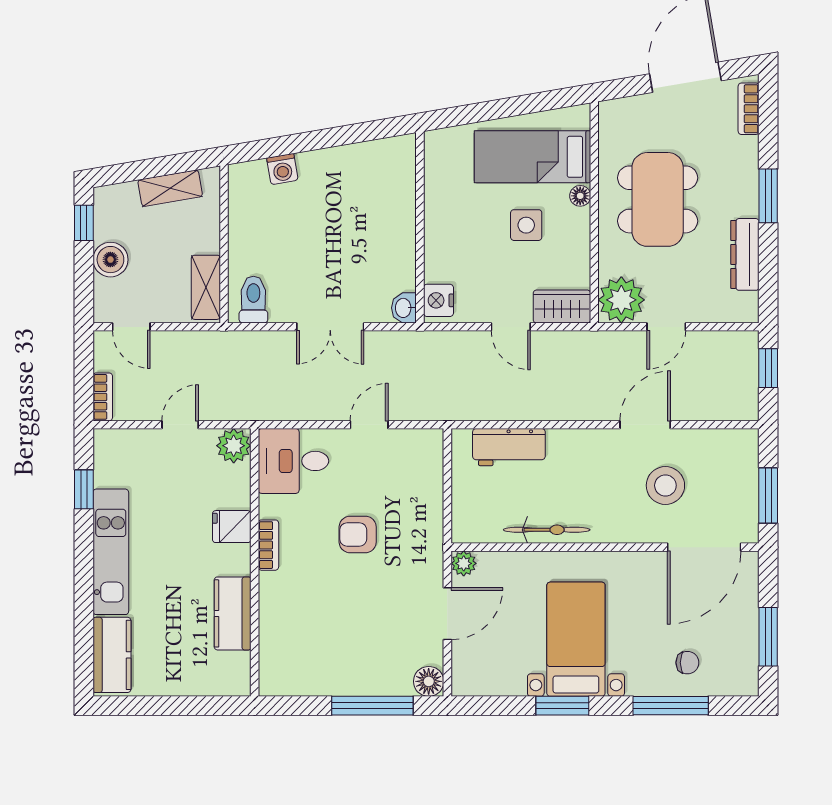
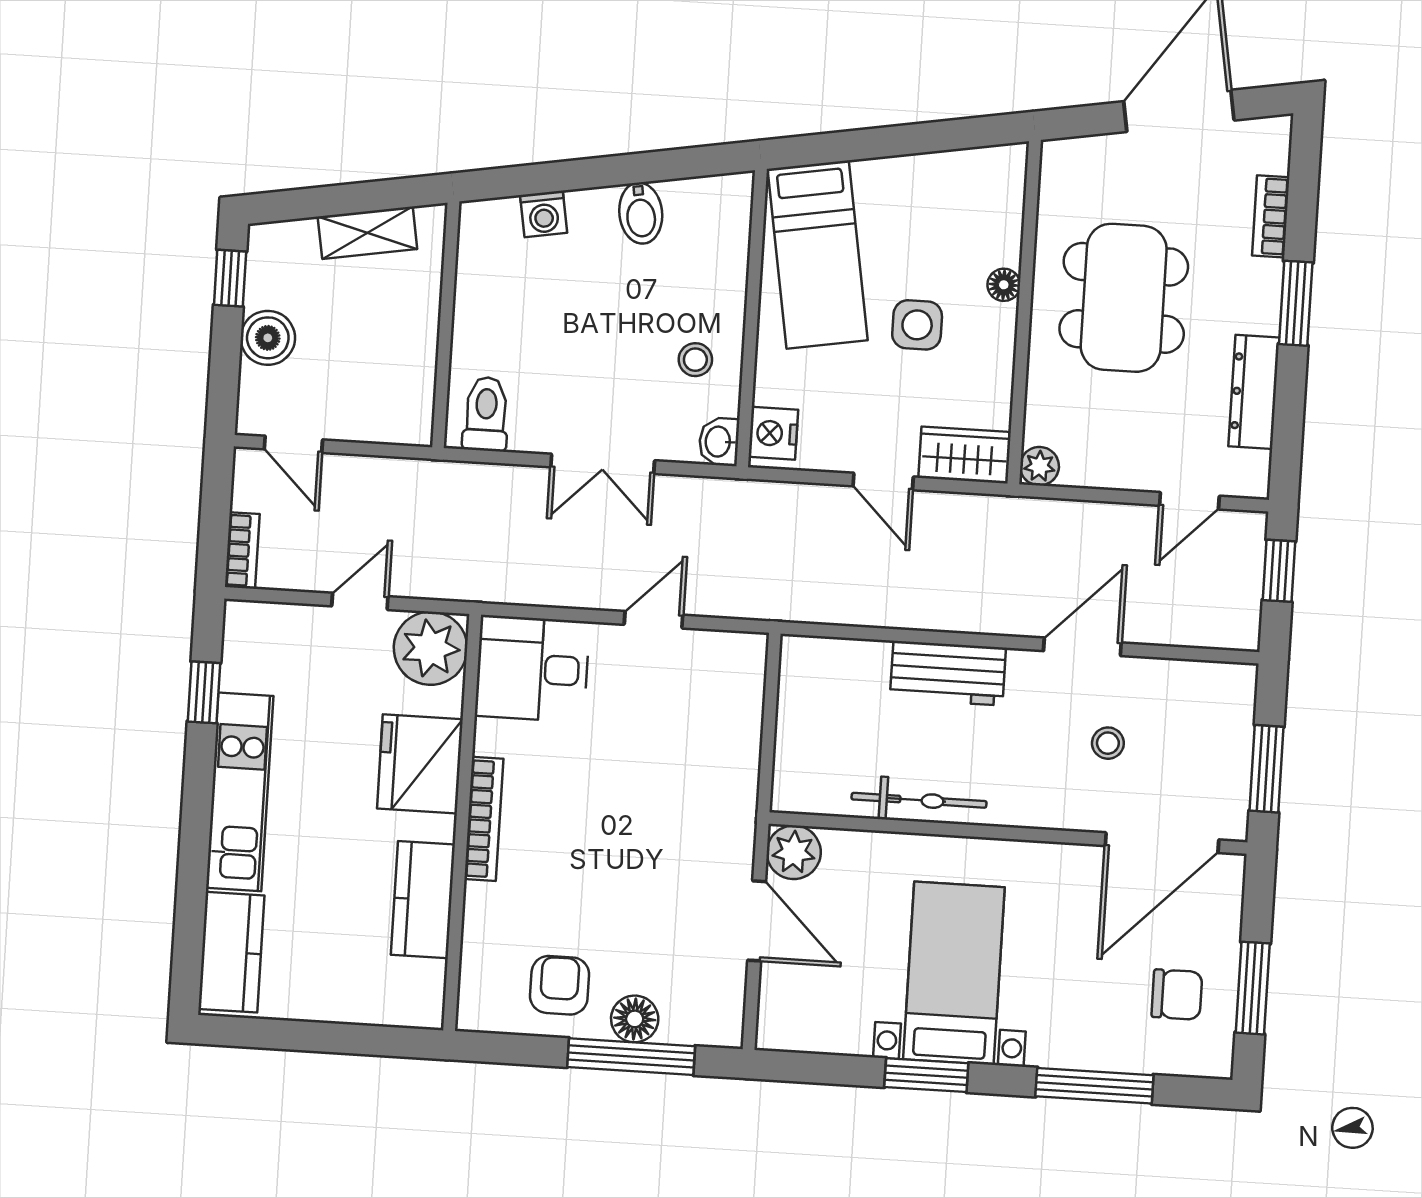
bookcase: (749, 109) -> (1271, 216), moved
bed: (532, 157) -> (818, 255), moved, turned -100
bidet: (345, 165) -> (641, 213), added
stool: (385, 256) -> (695, 360), added
shelving: (206, 287) -> (413, 390), removed
plant: (621, 300) -> (1039, 466), width x0.53, depth x0.53
door: (666, 327) -> (1189, 501), moved
plant: (234, 446) -> (431, 648), width x1.36, depth x1.36
workbench: (509, 447) -> (948, 673), moved
stool: (665, 485) -> (1108, 743), width x0.53, depth x0.53
fridge: (232, 527) -> (420, 764), width x1.88, depth x1.34
armchair: (358, 534) -> (560, 985), moved, turned 90
bookcase: (268, 545) -> (484, 819), width x1.56
plant: (464, 563) -> (794, 852), width x1.38, depth x1.38
door: (447, 614) -> (757, 921), hinge flipped
chair: (687, 663) -> (1177, 995), moved, width x1.37, depth x1.37
floor lamp: (429, 681) -> (635, 1019), moved

